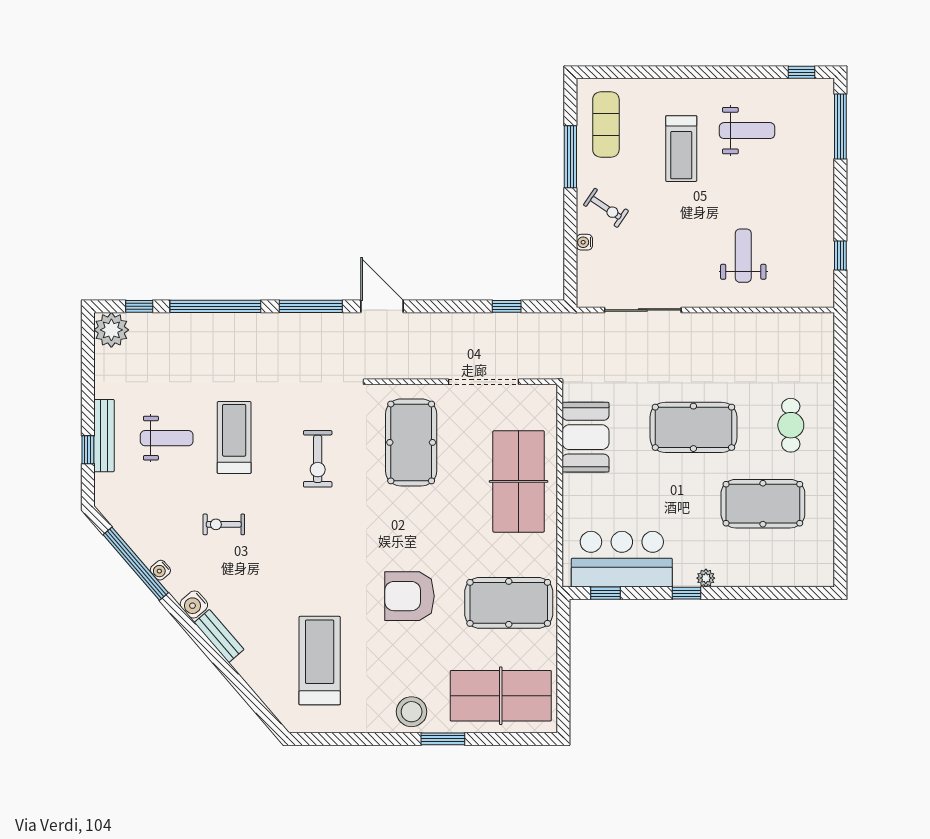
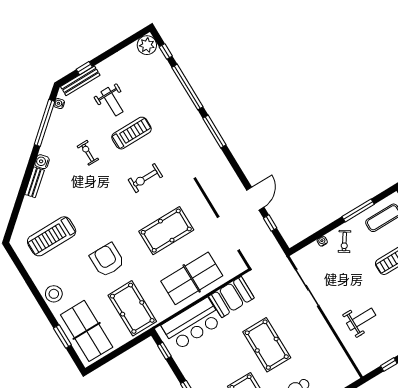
door: (382, 306) -> (255, 199), moved
bench: (104, 436) -> (80, 81), moved
pool table: (411, 442) -> (166, 231), moved
bar counter: (622, 559) -> (192, 324), moved, turned 90
water cooler: (160, 570) -> (59, 104), moved
treadmill: (320, 661) -> (52, 236), turned 180
window: (443, 739) -> (62, 337), moved

